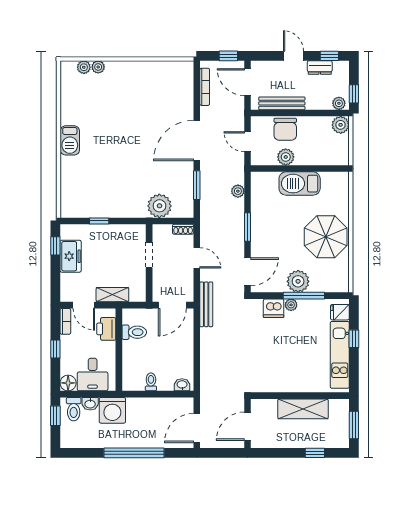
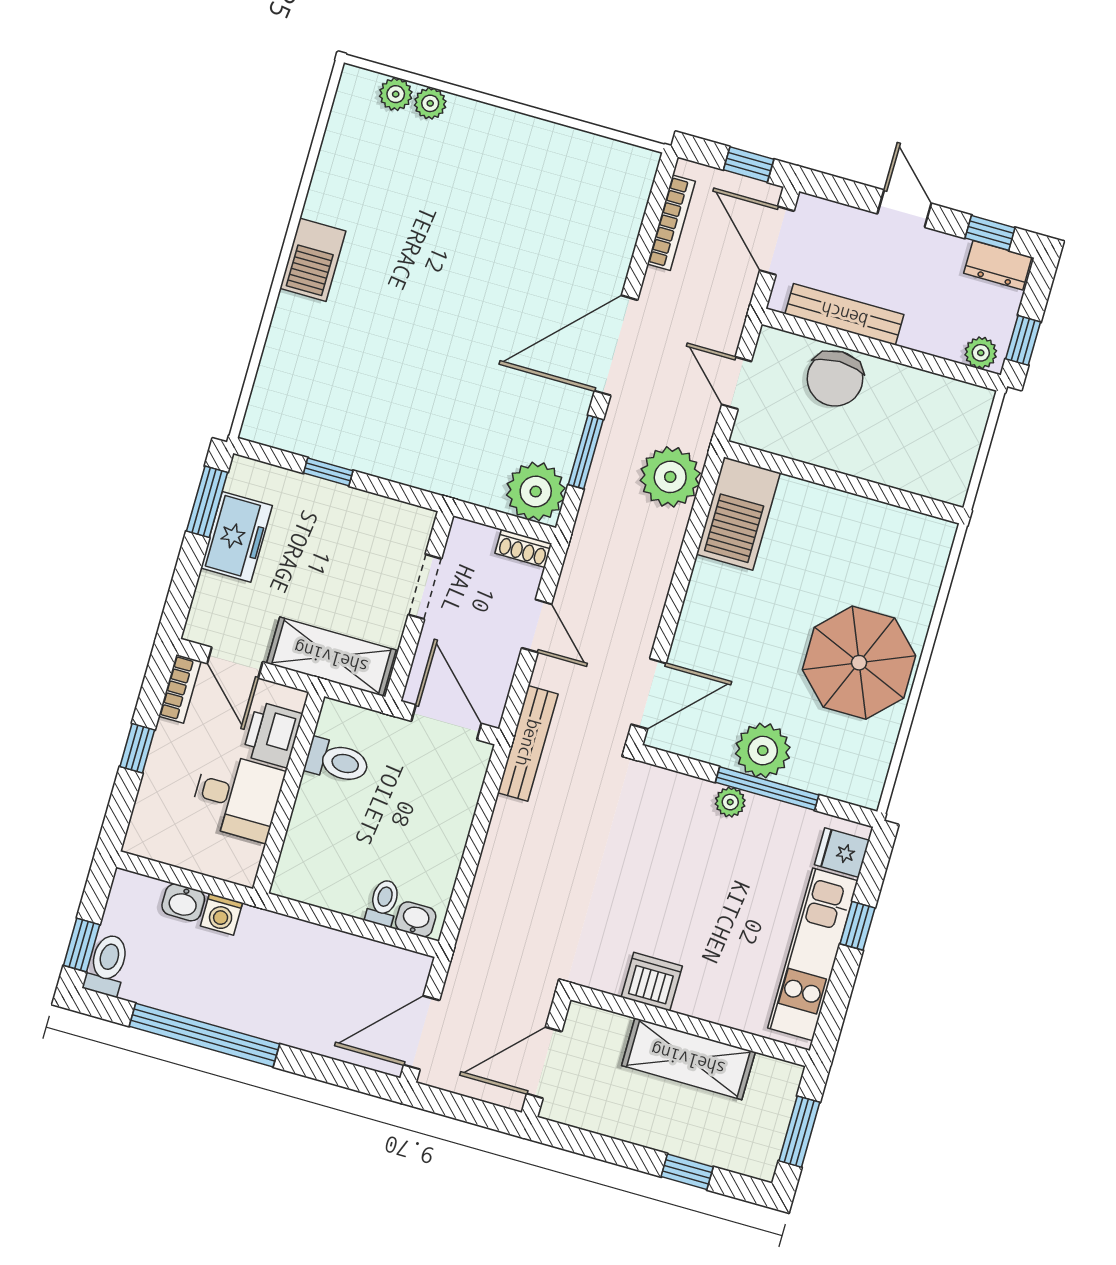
dresser: (320, 67) -> (998, 265), moved
plant: (341, 125) -> (970, 405), removed
plant: (286, 157) -> (817, 445), removed
barbecue: (300, 184) -> (738, 514), moved, turned -90
plant: (238, 191) -> (670, 477), width x1.88, depth x1.88
plant: (159, 206) -> (536, 491), moved
window: (248, 227) -> (679, 587), removed
window: (55, 246) -> (207, 502), width x1.50
shelving: (112, 295) -> (331, 657), width x1.50, depth x1.33
door: (172, 305) -> (446, 722), swing flipped
dishwasher: (274, 308) -> (652, 982), moved, turned 180
desk: (93, 374) -> (237, 797), moved, turned -90
toilet: (151, 382) -> (383, 903), moved
floor lamp: (68, 383) -> (145, 838), removed
toilet: (74, 409) -> (107, 965), moved, turned 180
washing machine: (112, 410) -> (222, 914), width x0.53, depth x0.53
window: (55, 416) -> (82, 945), moved
window: (134, 453) -> (204, 1035), moved

